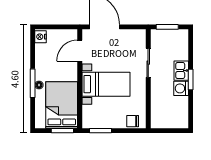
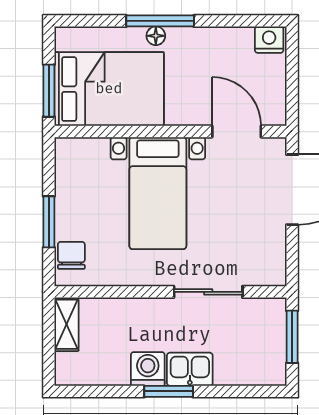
shelving: (162, 123) -> (66, 324), added
window: (100, 131) -> (49, 222), moved

